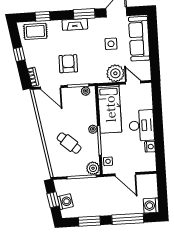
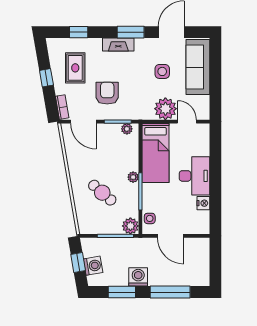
rug: (35, 31) -> (75, 68), moved, turned 90
washing machine: (151, 206) -> (138, 277), moved, turned 90

